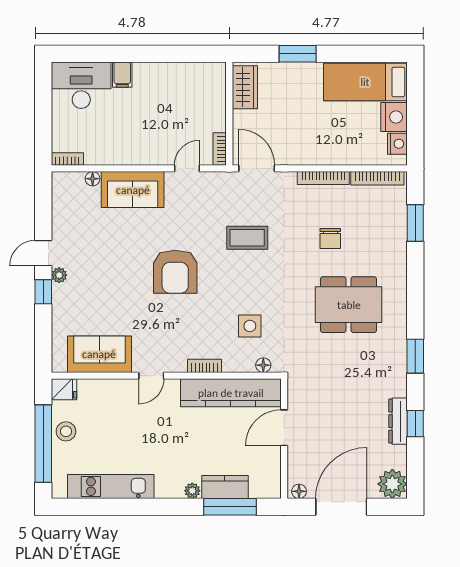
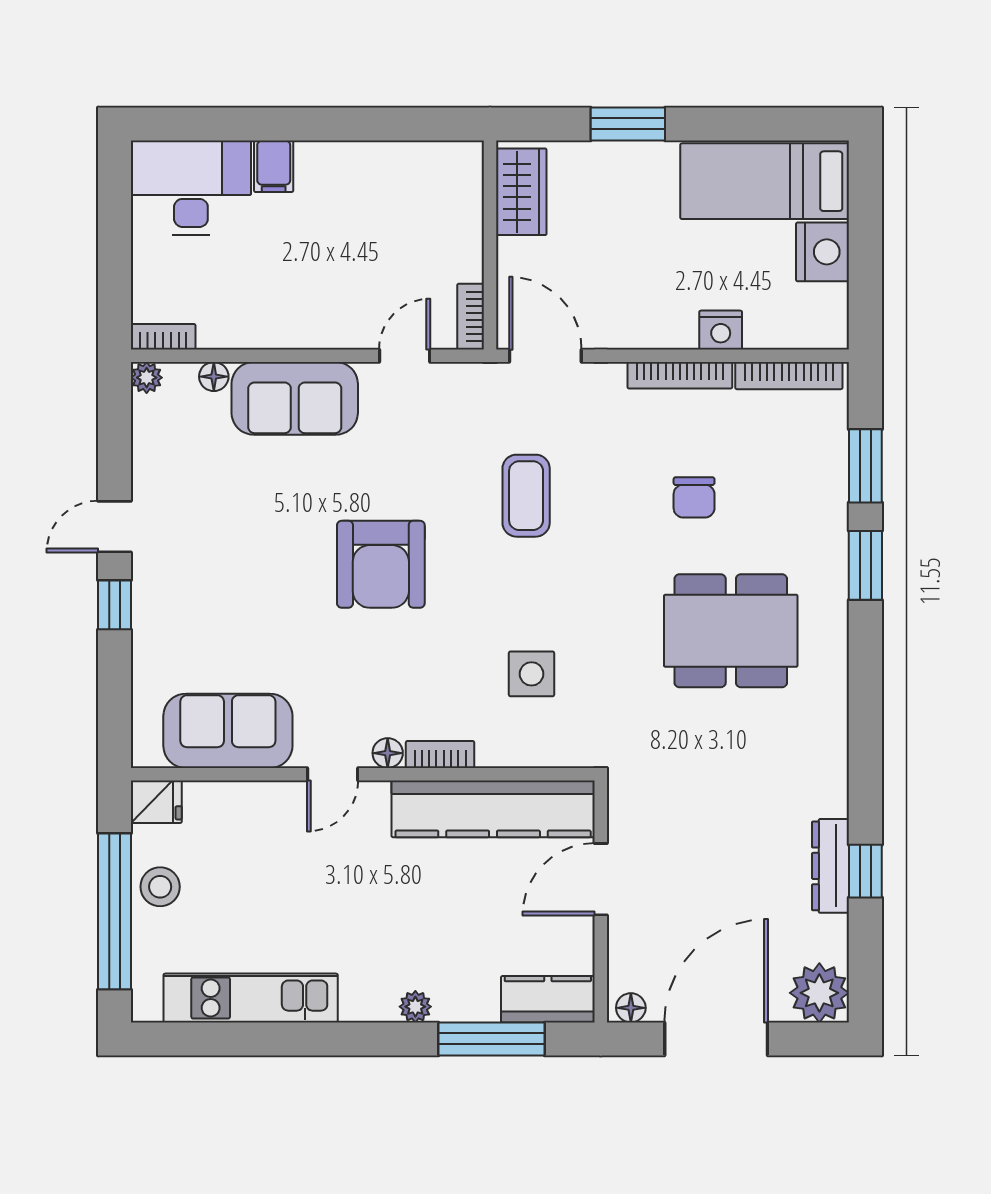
nightstand: (397, 144) -> (721, 330), moved, turned 90
coffee table: (247, 238) -> (526, 496), turned 90
plant: (59, 275) -> (147, 378), moved
window: (415, 356) -> (865, 565), moved
floor lamp: (263, 365) -> (388, 753), moved
kitchen counter: (225, 487) -> (548, 999), moved

